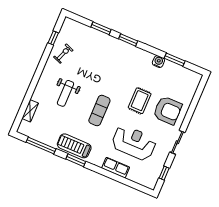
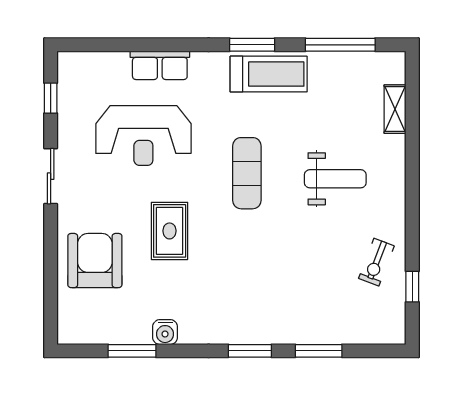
weight bench: (65, 93) -> (335, 179), turned 90
armchair: (168, 110) -> (95, 261), moved, turned 90

